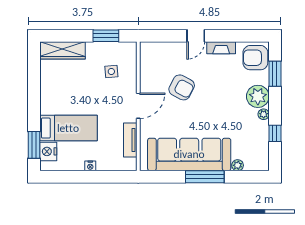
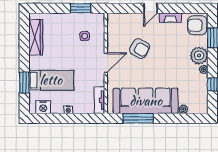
wardrobe: (62, 50) -> (36, 37), moved, turned -90
tv unit: (130, 140) -> (99, 100), moved
window: (34, 145) -> (24, 83), moved
nightstand: (48, 151) -> (43, 107), moved, turned -90
window: (205, 177) -> (138, 118), moved

